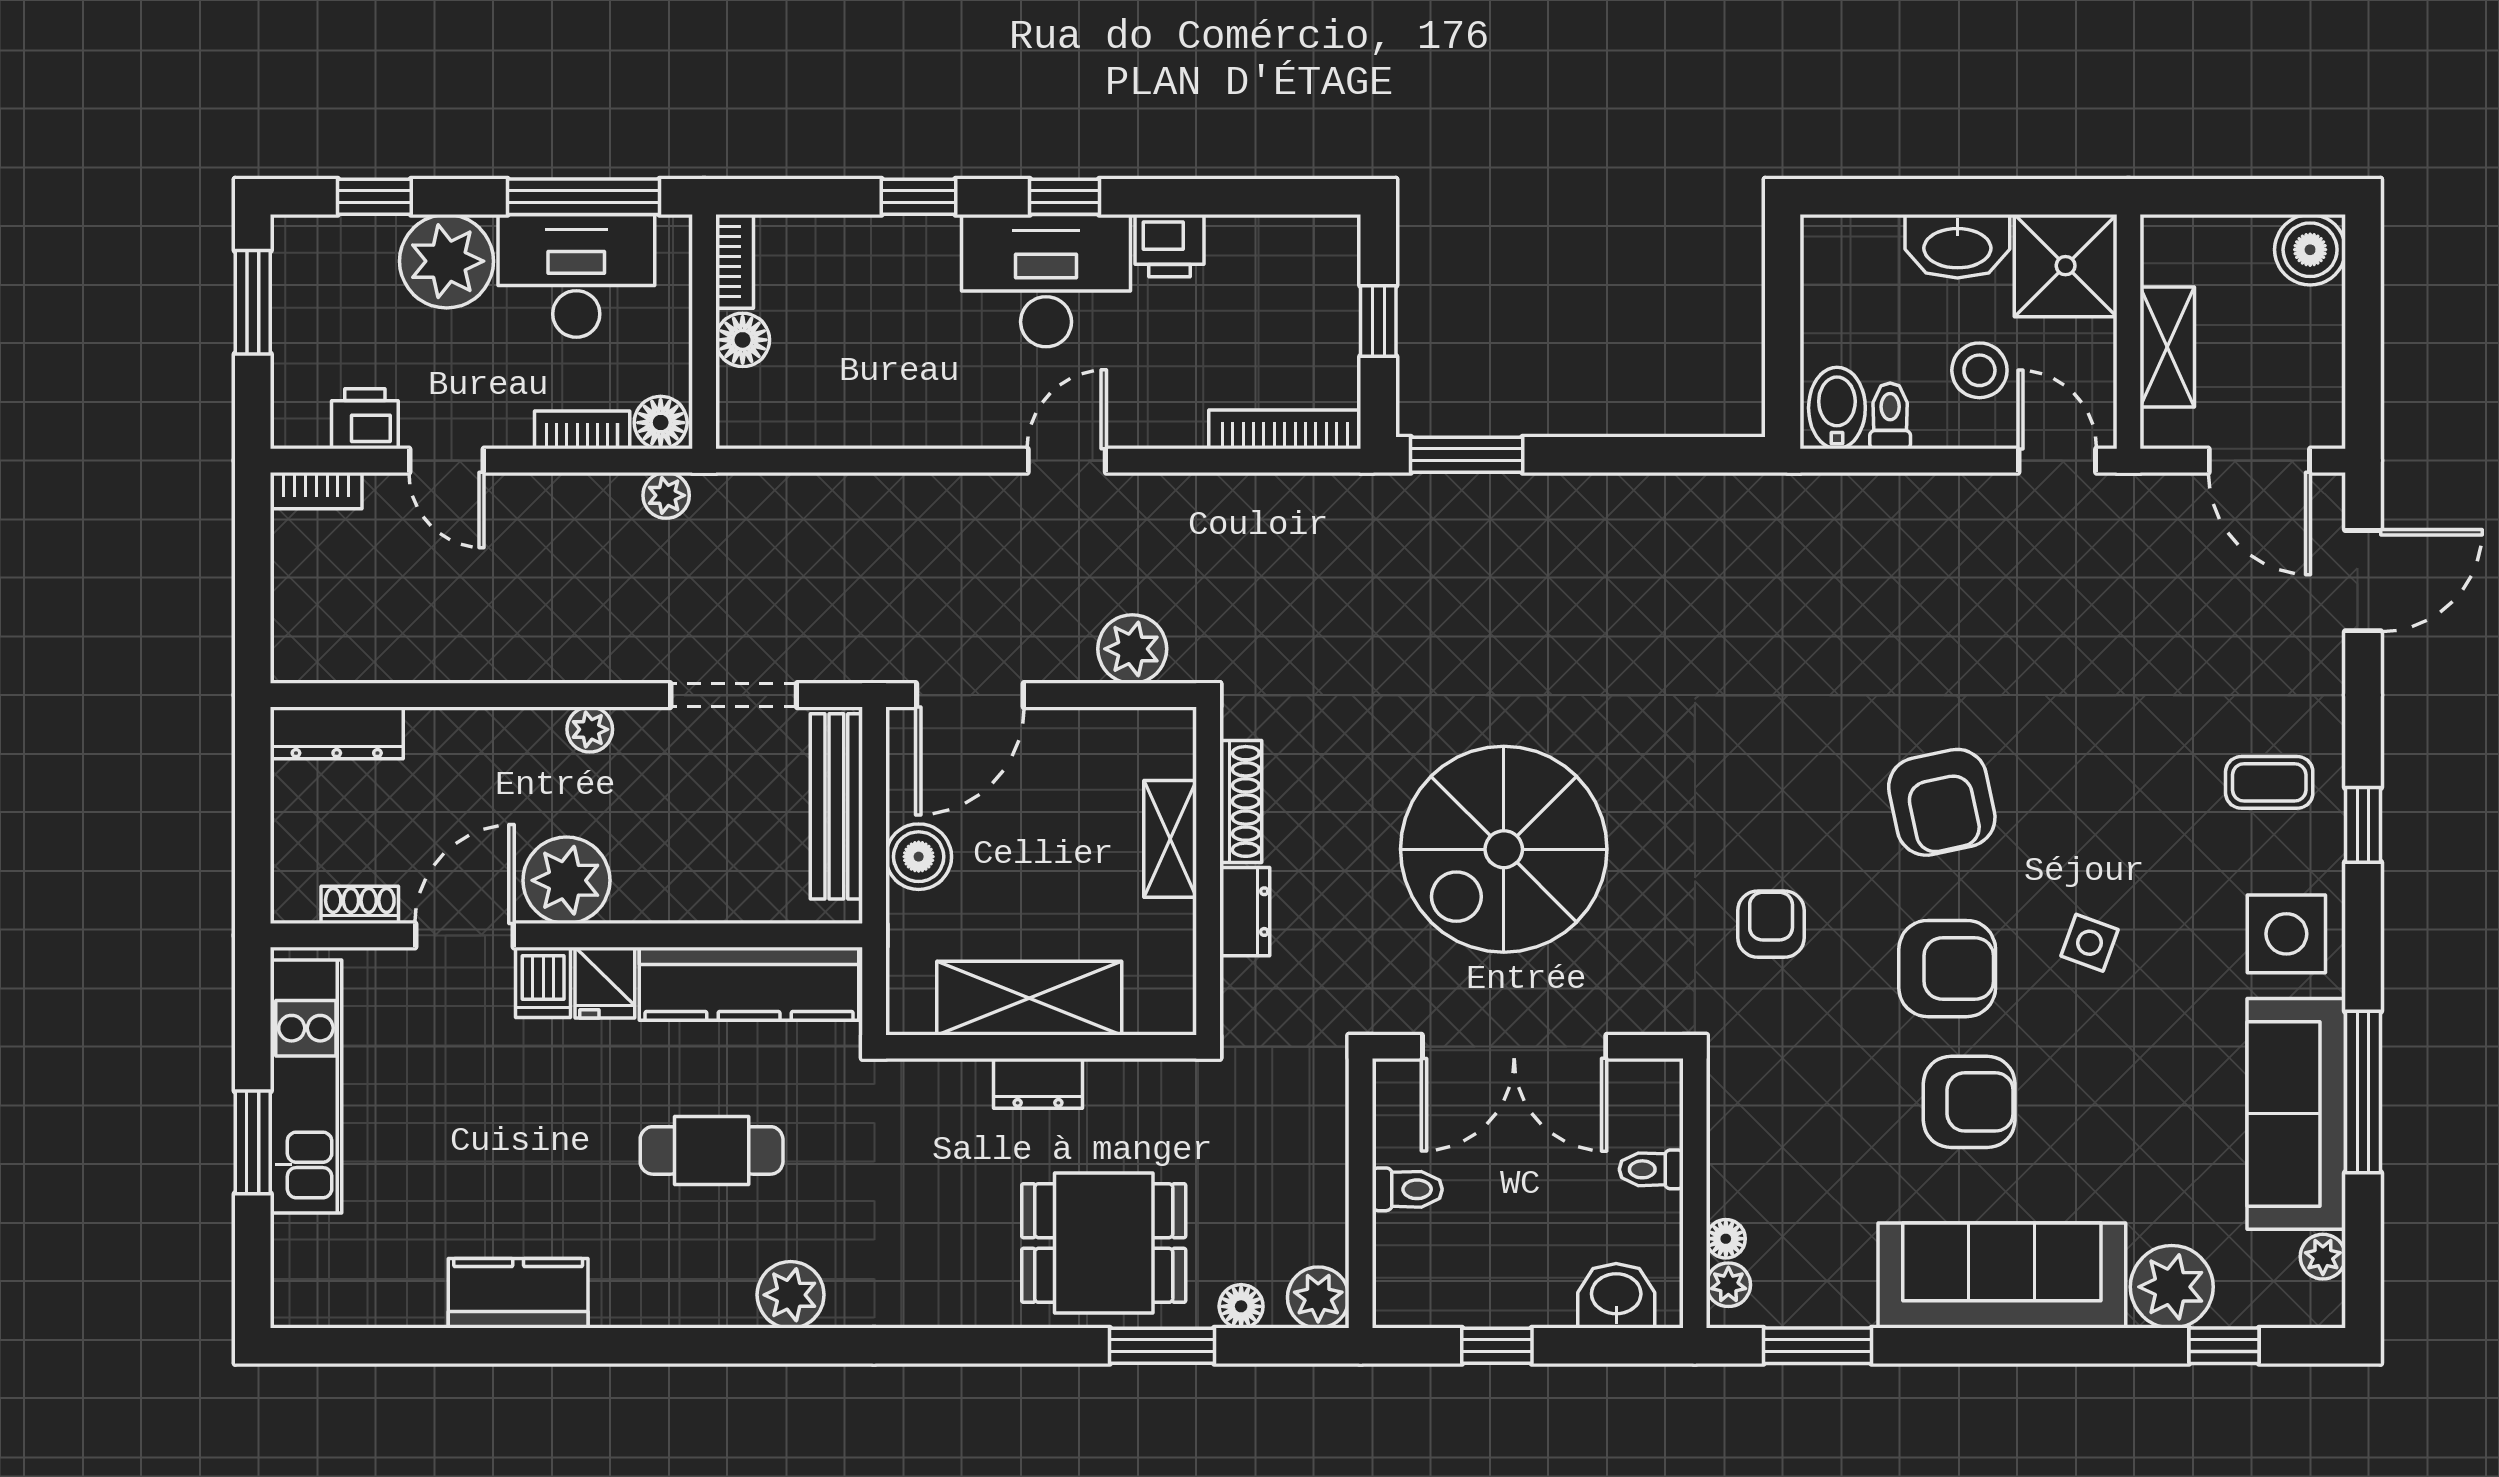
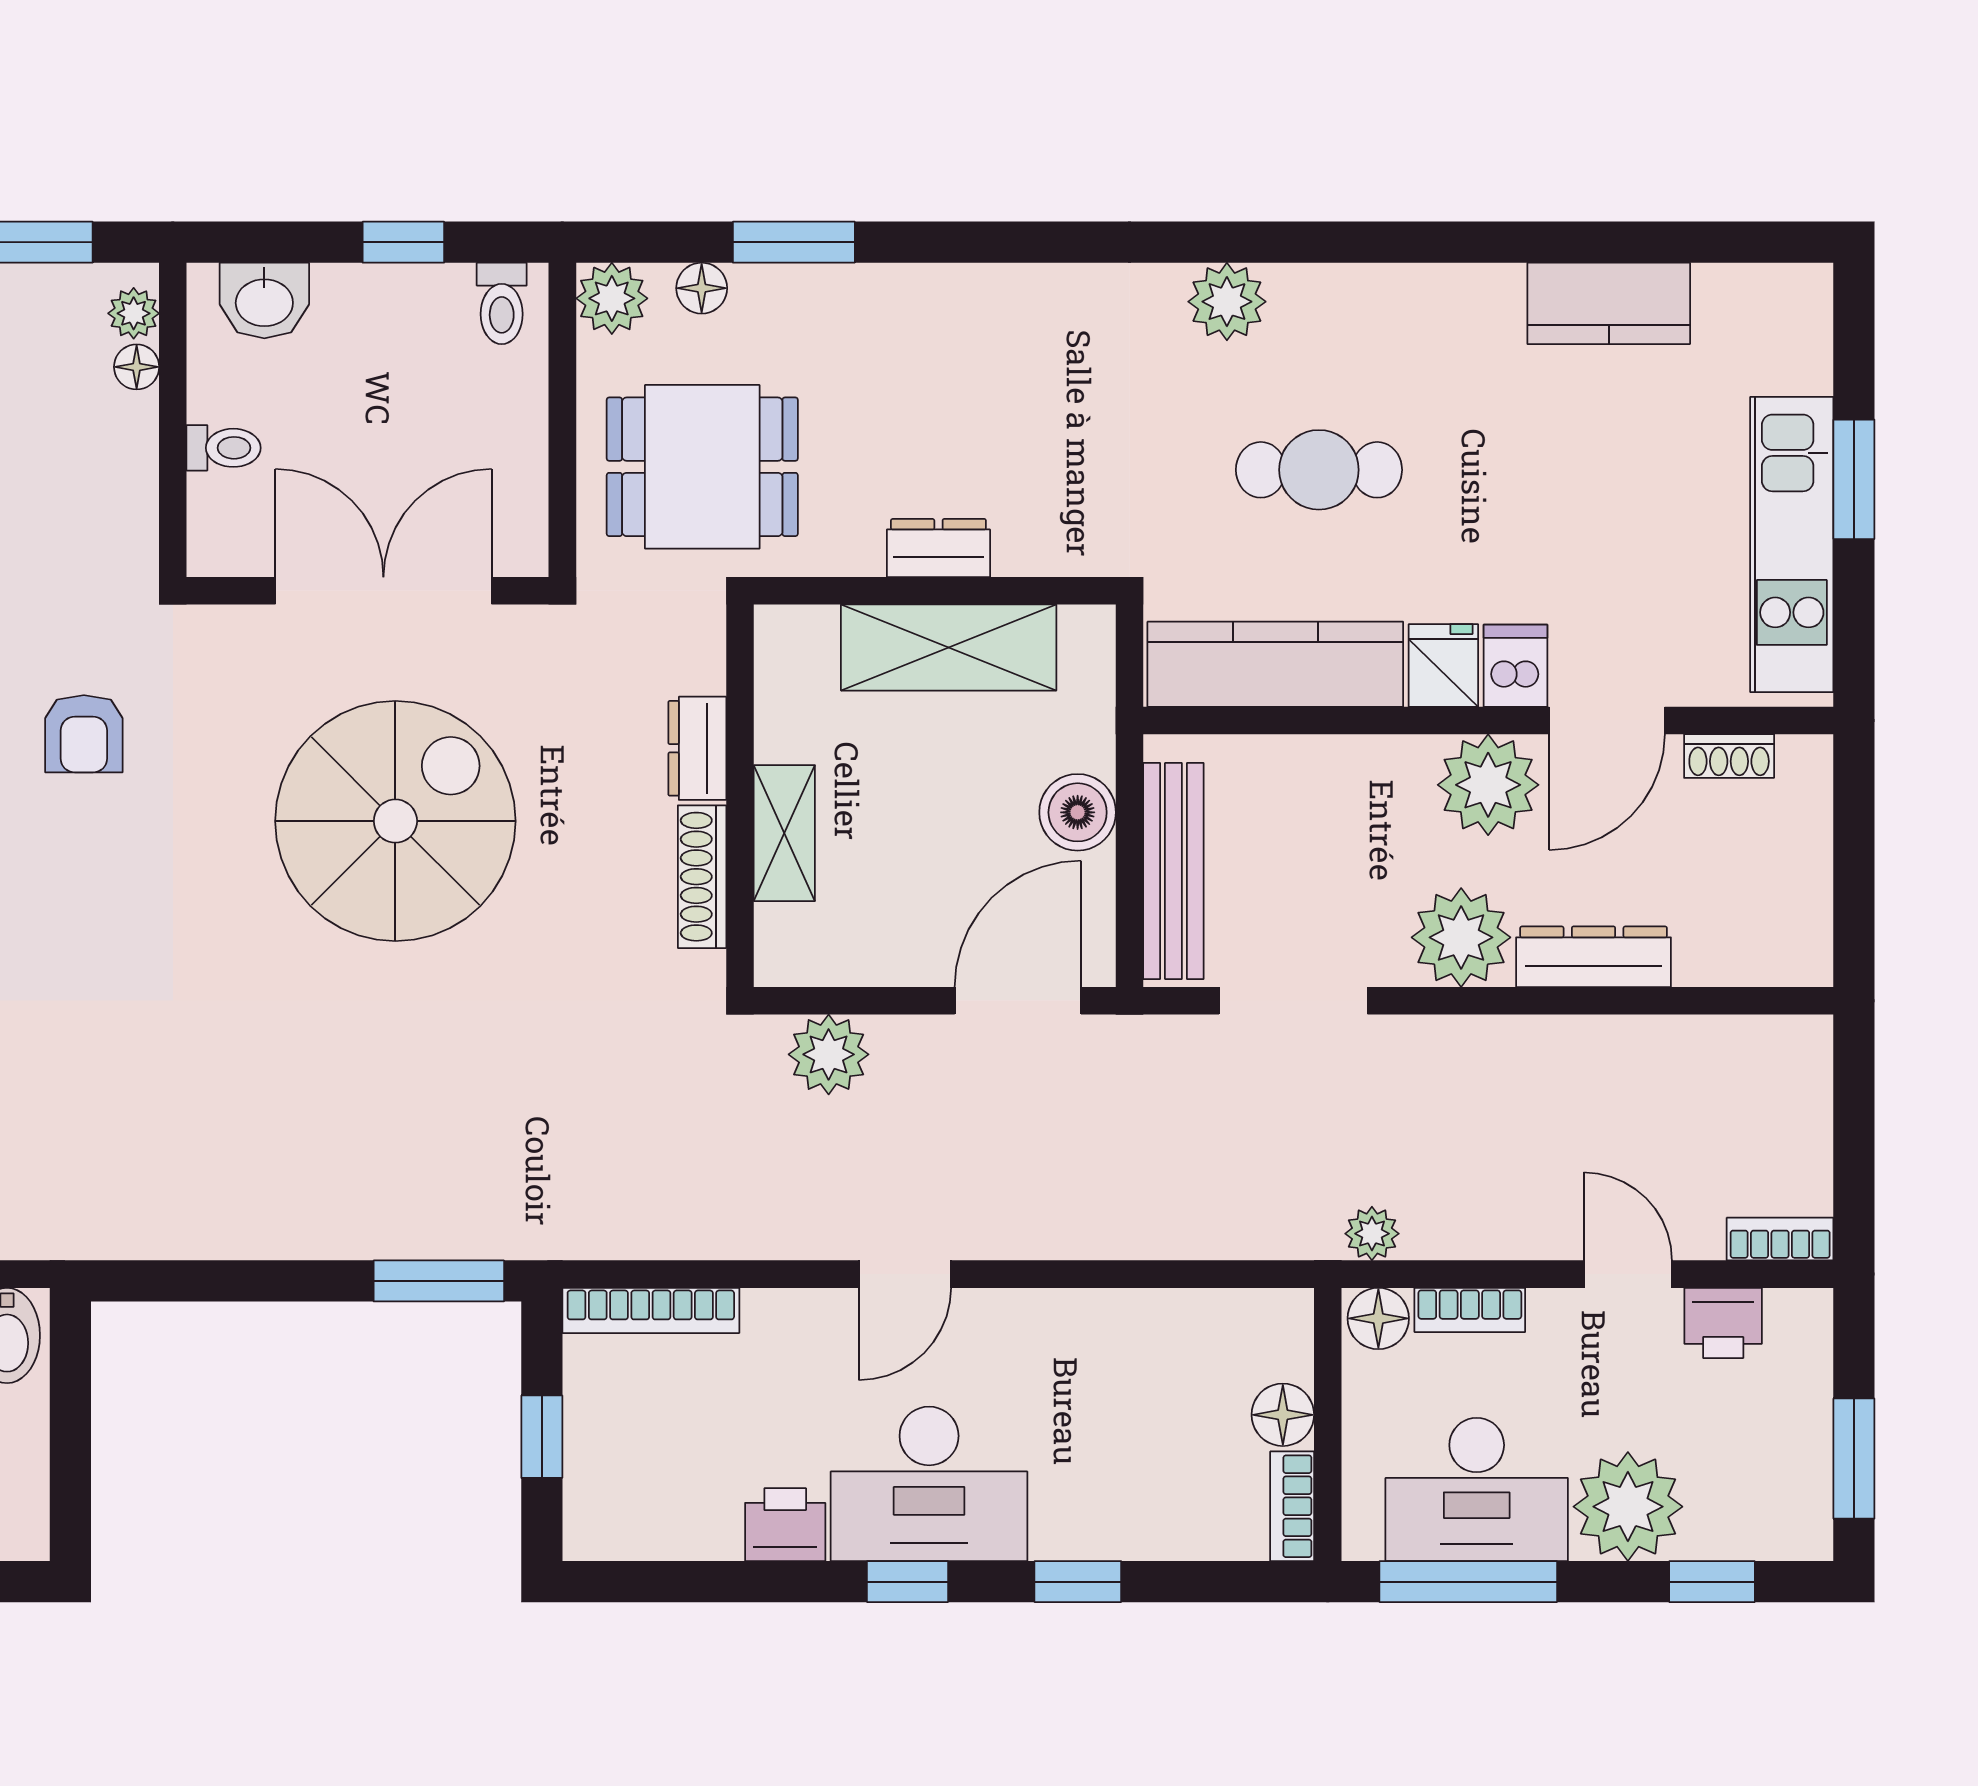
plant: (590, 729) -> (1461, 937), width x1.87, depth x1.87
dresser: (337, 733) -> (1594, 957), moved
toilet: (1407, 1189) -> (502, 303), moved, turned -90
dining table: (1104, 1243) -> (702, 467), moved
kitchen counter: (518, 1293) -> (1609, 303), moved

